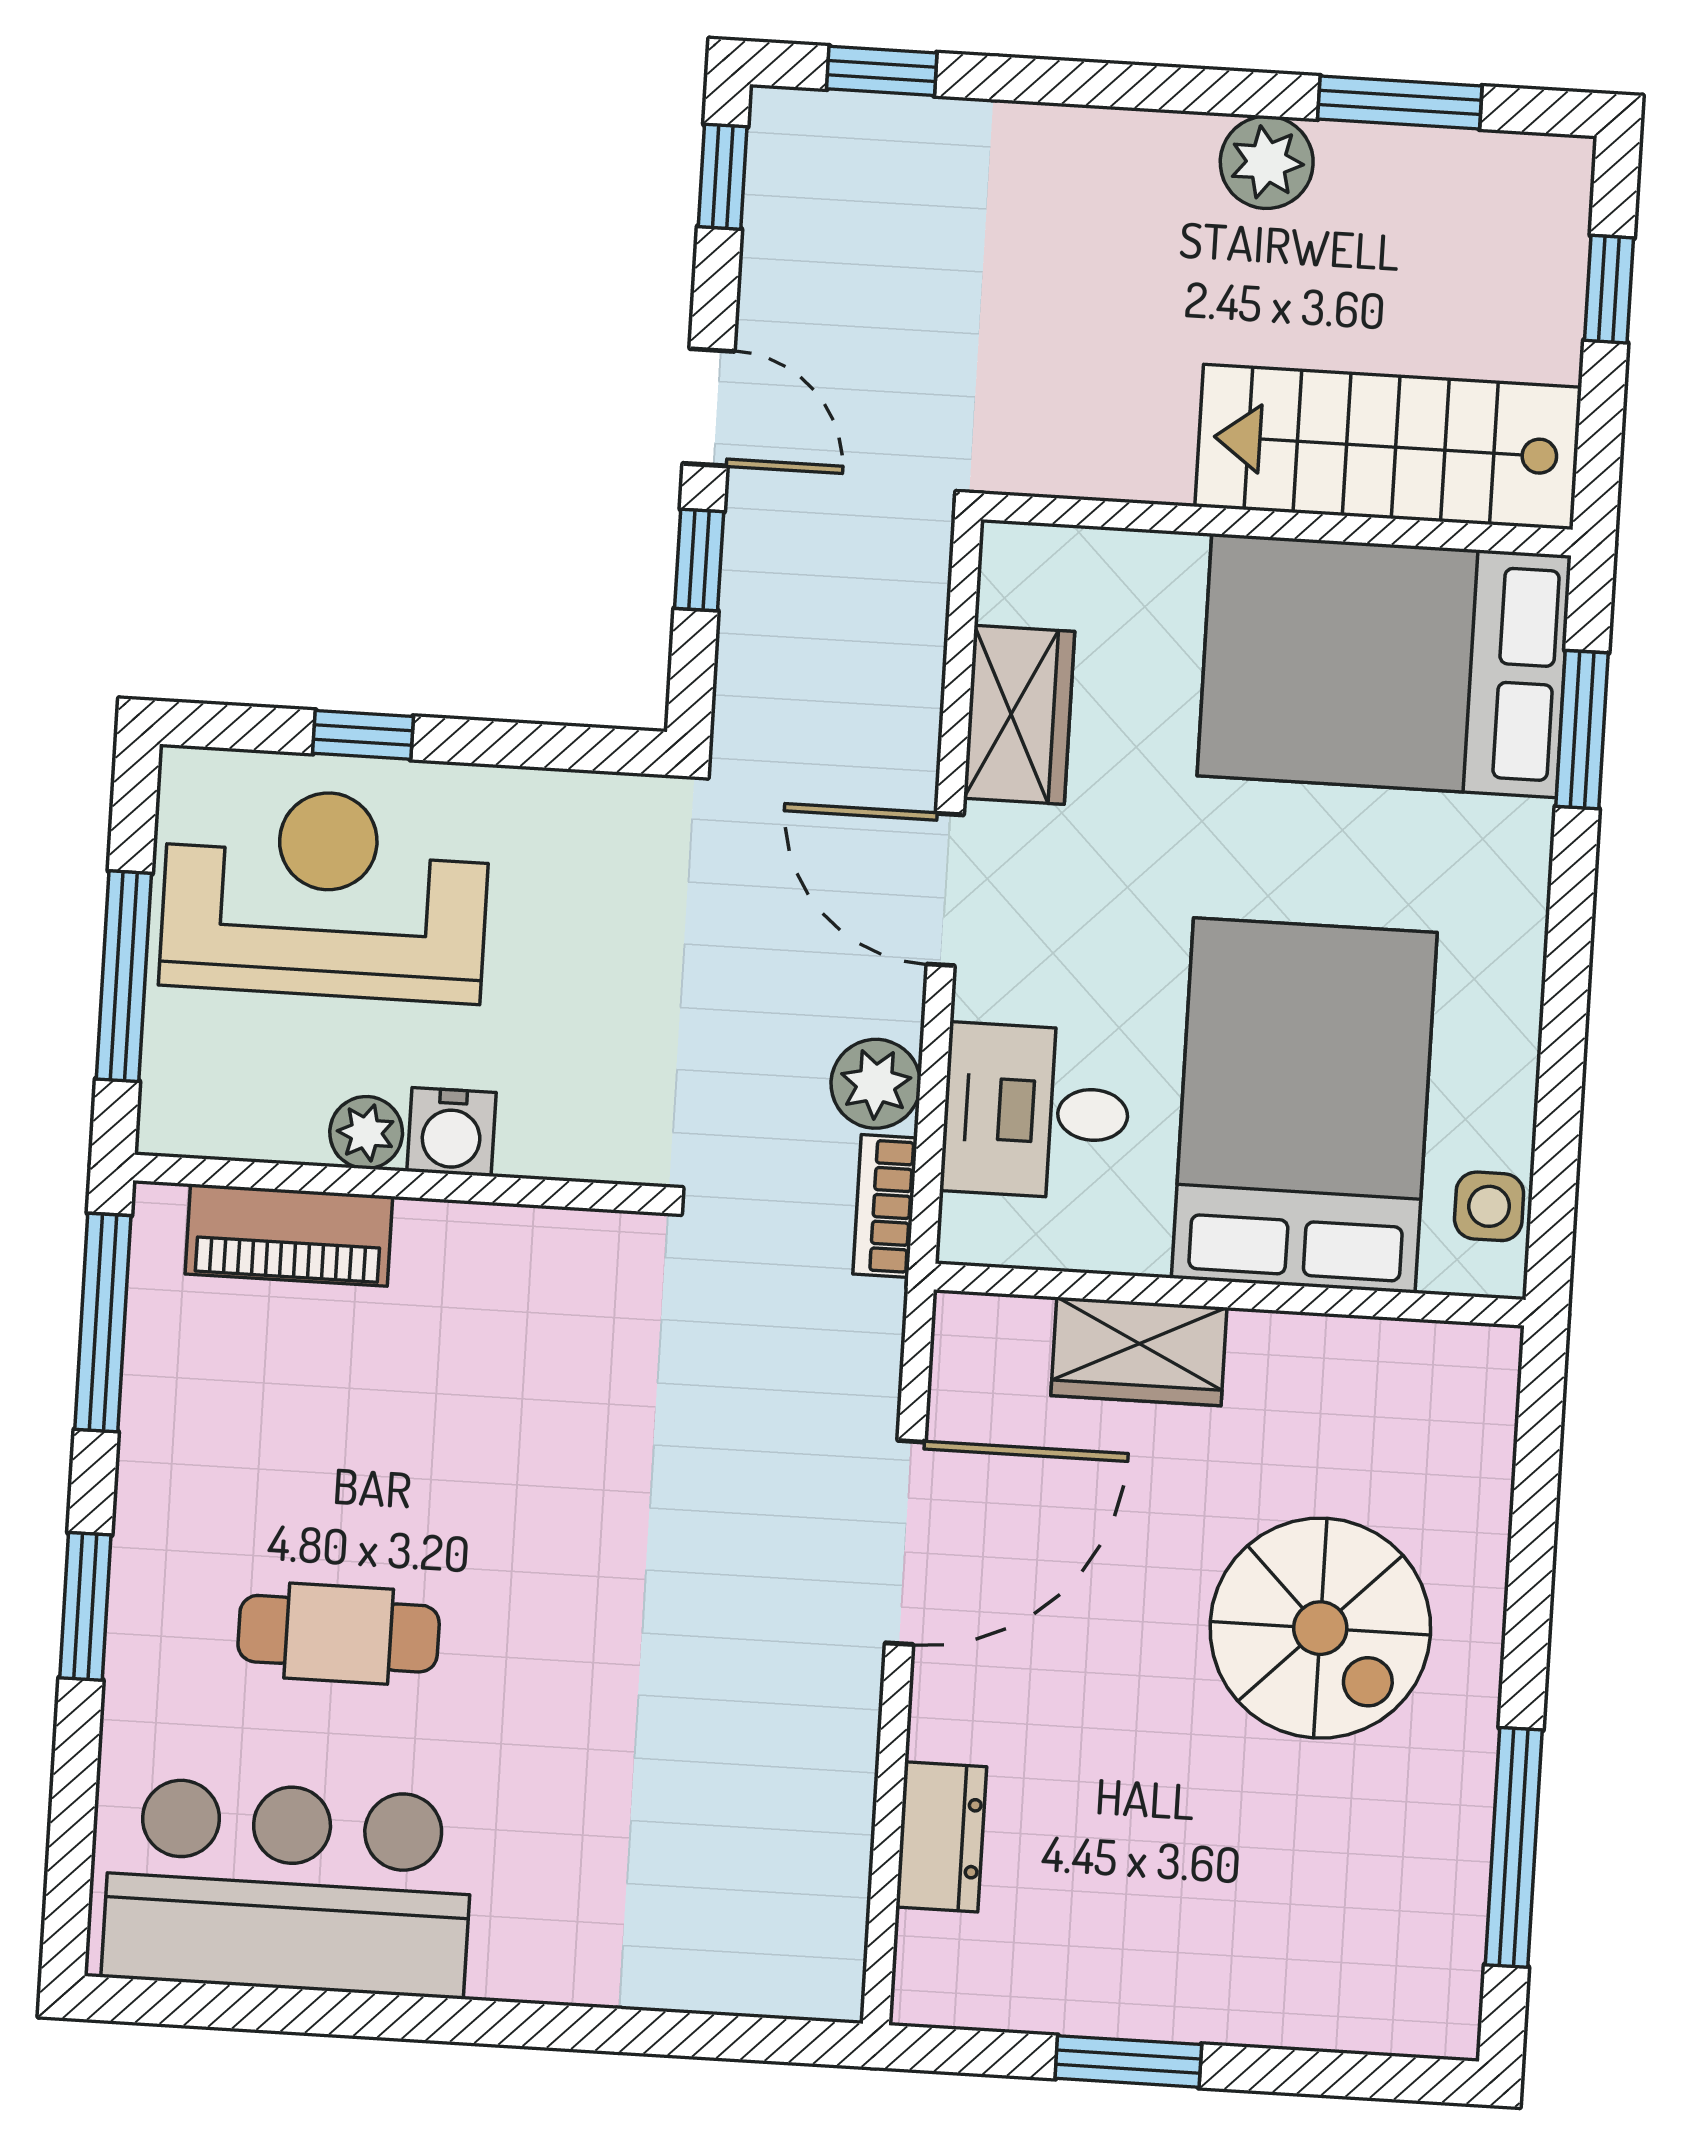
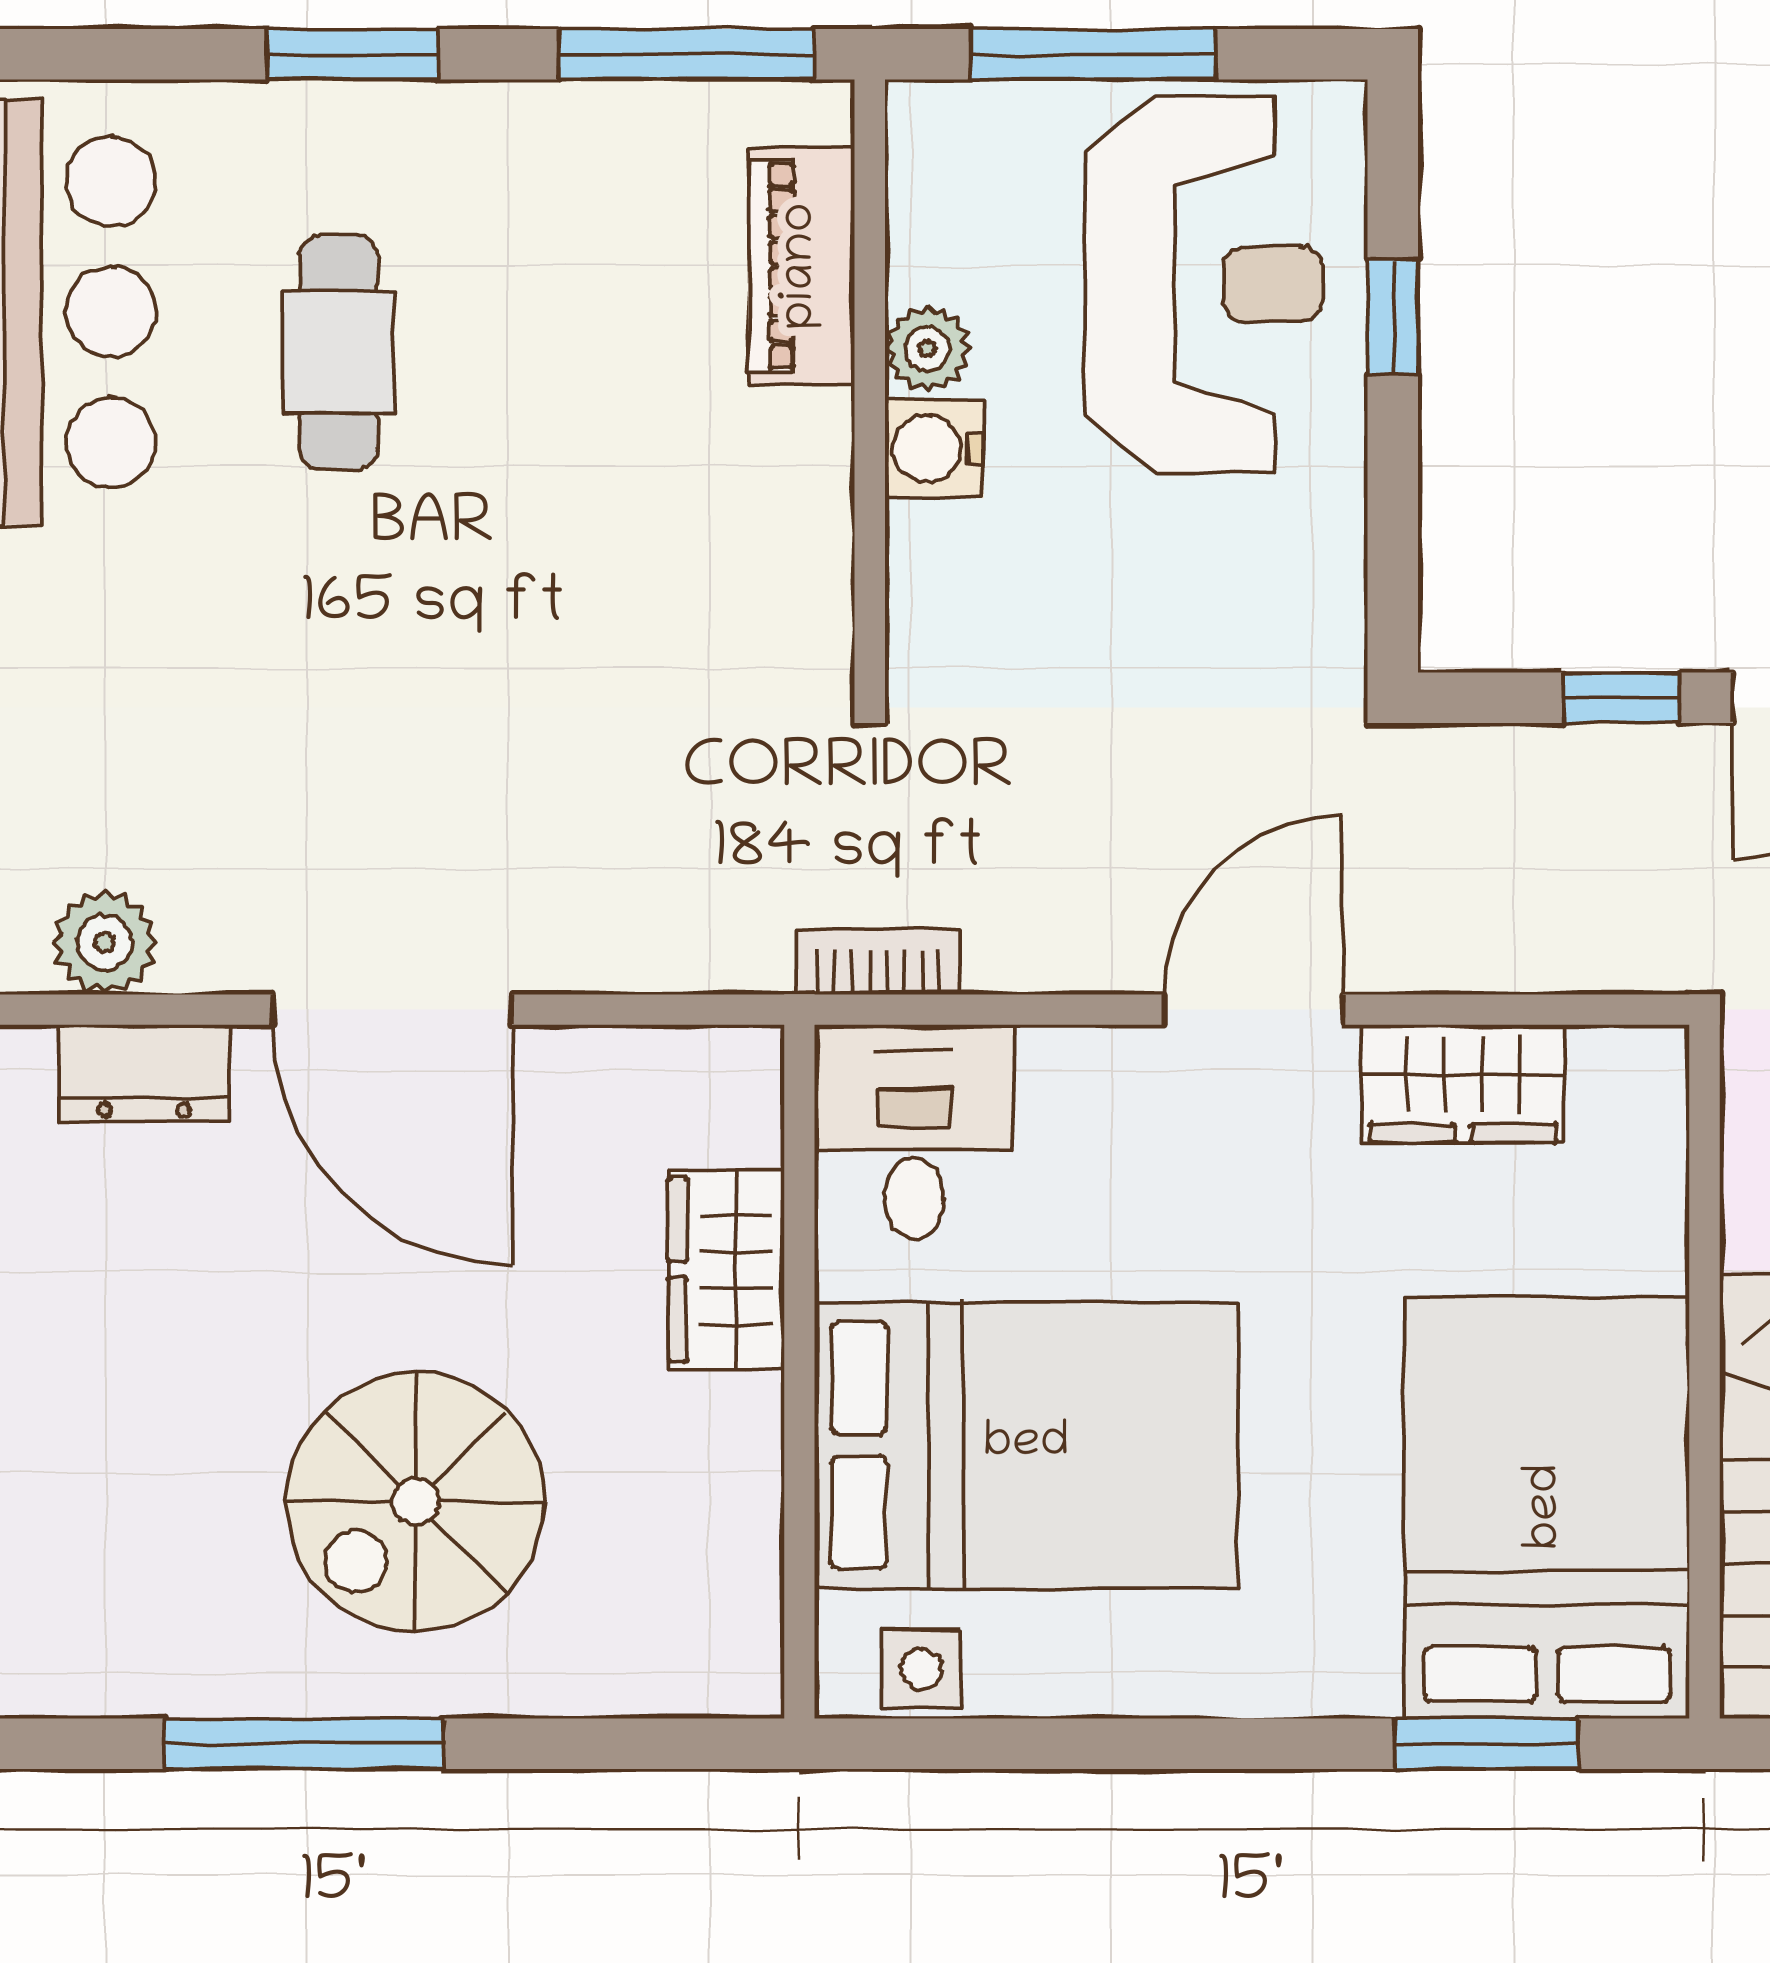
plant: (876, 1084) -> (104, 942), moved
desk: (1036, 1112) -> (914, 1132), moved
door: (905, 1542) -> (392, 1010), moved
window: (1514, 1847) -> (304, 1744), moved

